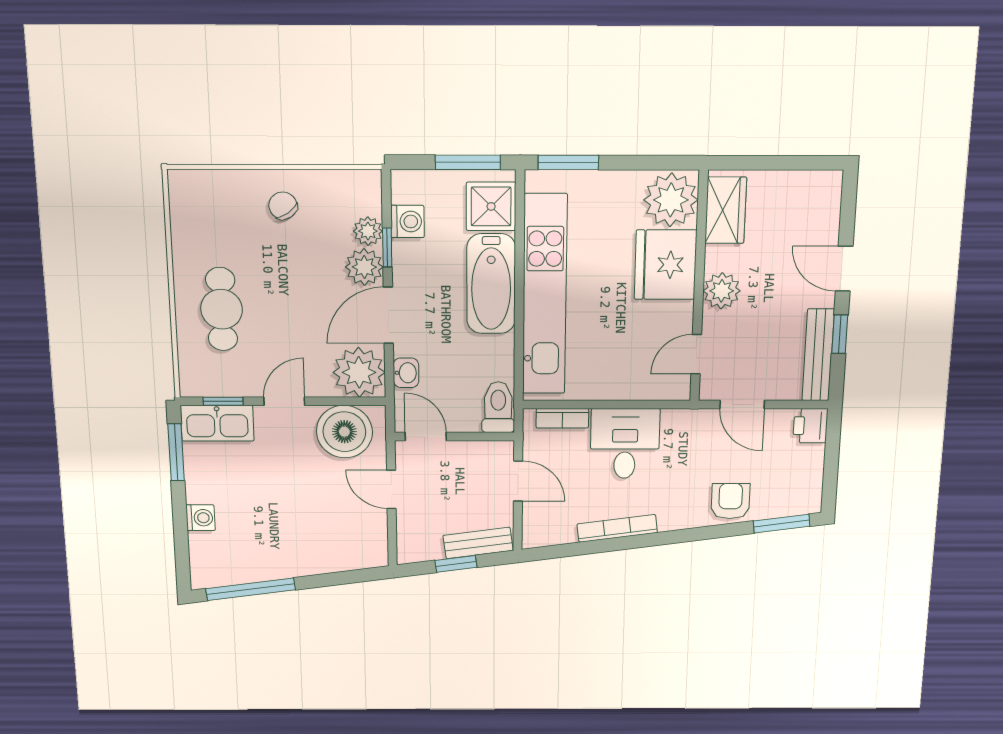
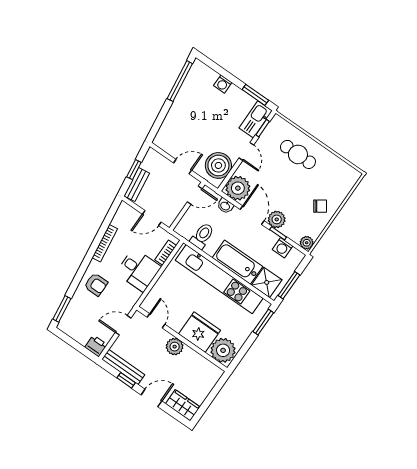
wardrobe: (726, 210) -> (183, 405), moved, turned 180
plant: (368, 231) -> (307, 243), moved
toilet: (498, 407) -> (202, 236), moved, turned -90
armchair: (730, 501) -> (96, 284), moved

